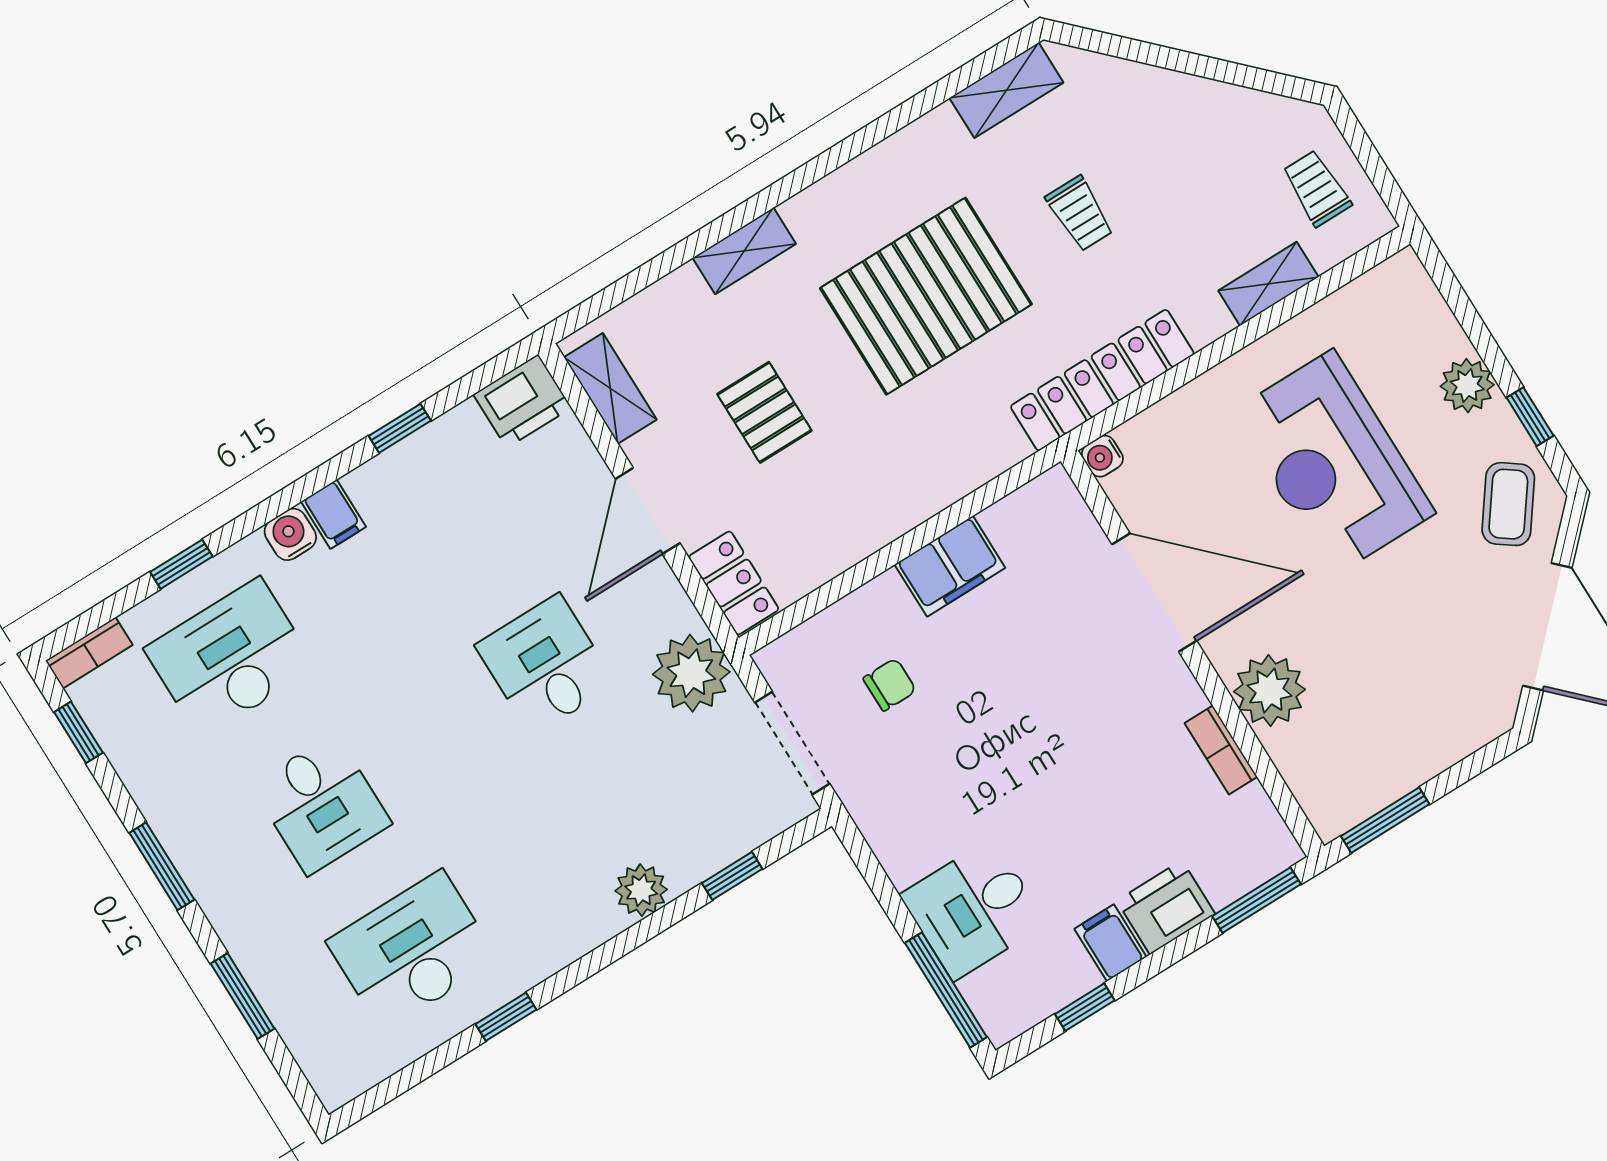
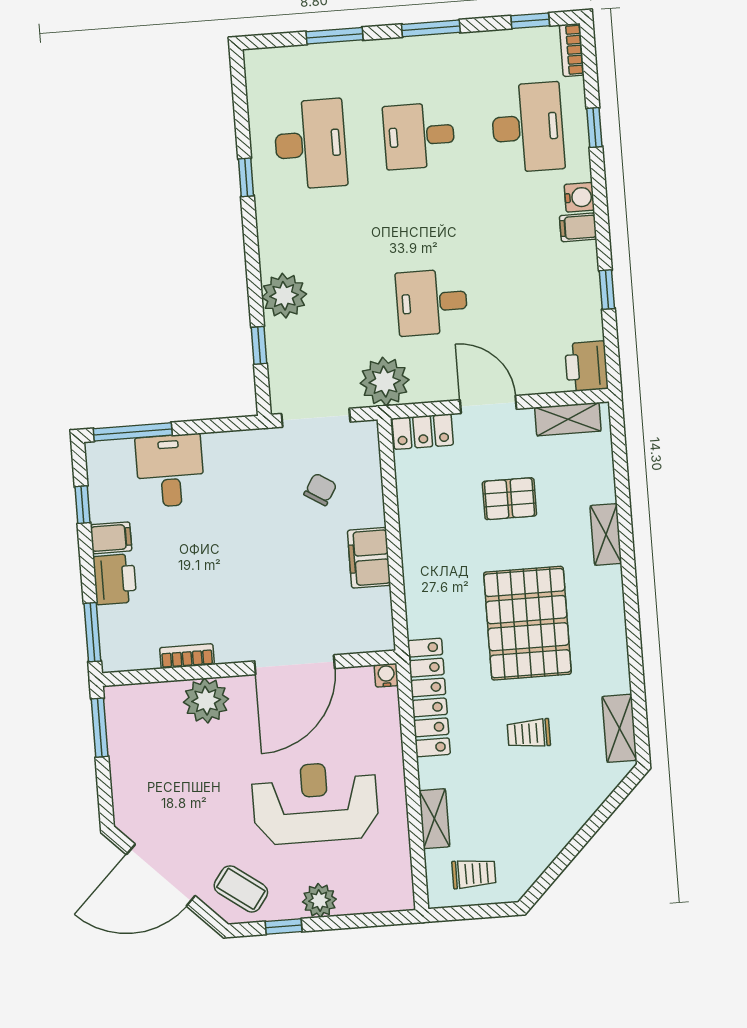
desk: (546, 665) -> (432, 302), turned 180
chair: (890, 685) -> (320, 489), turned -148
plant: (641, 890) -> (284, 296), width x1.36, depth x1.36

